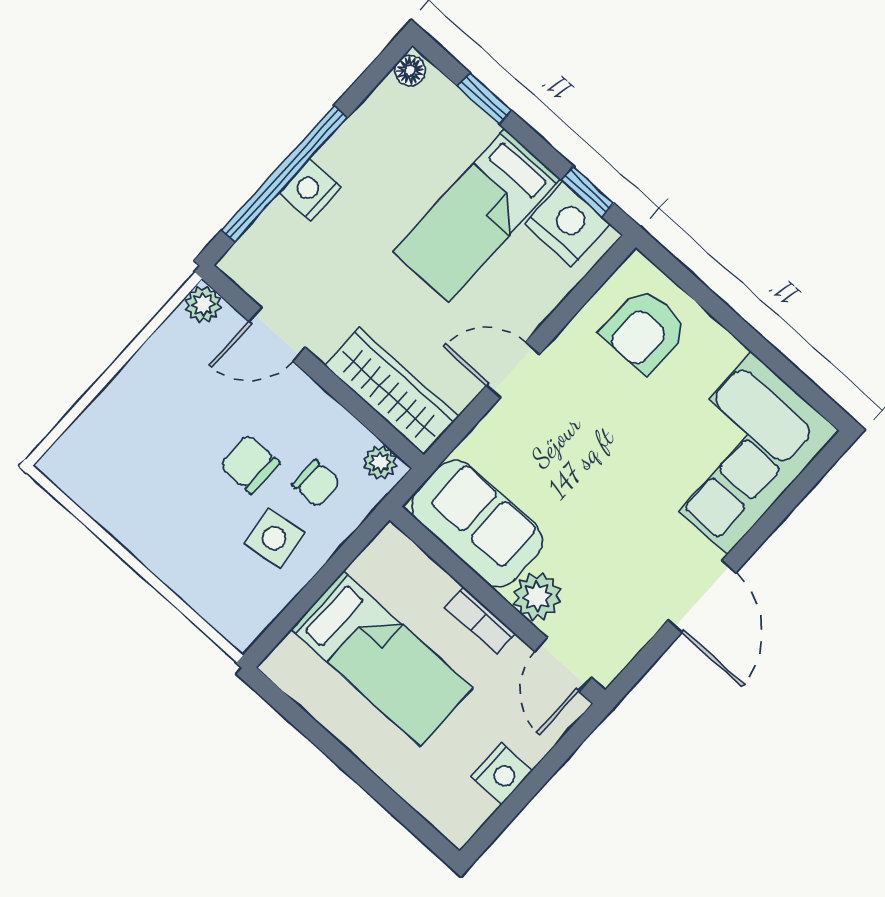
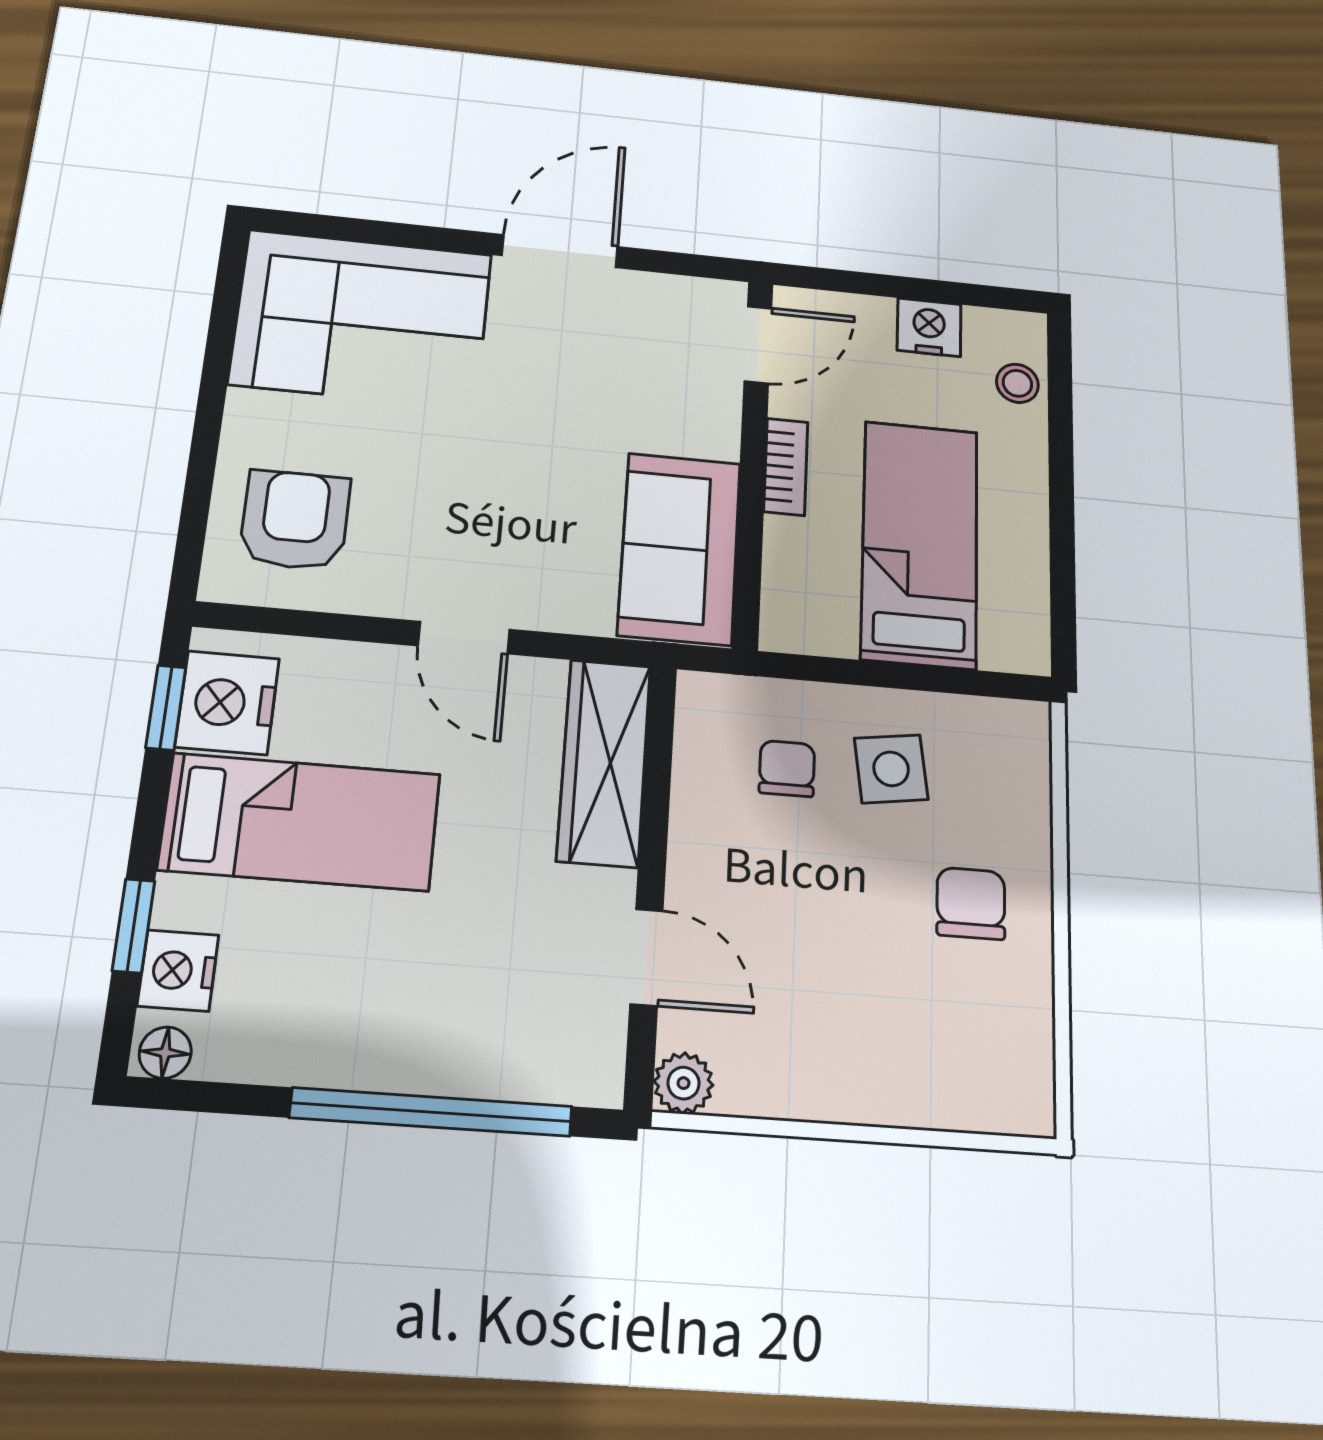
nightstand: (310, 190) -> (178, 970), moved, turned 90
armchair: (644, 330) -> (295, 520), turned -90
plant: (380, 462) -> (700, 712), removed
chair: (249, 464) -> (971, 903), moved, turned 180
plant: (537, 597) -> (707, 424), removed
stool: (431, 796) -> (1017, 383), added

